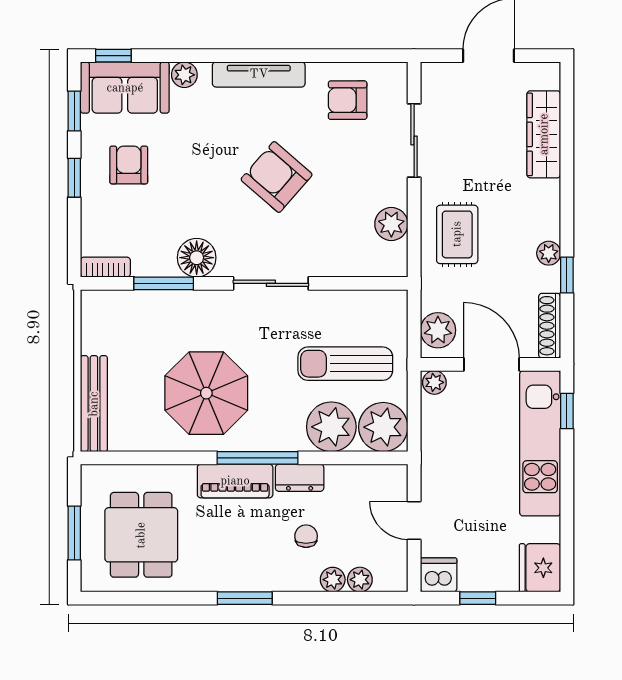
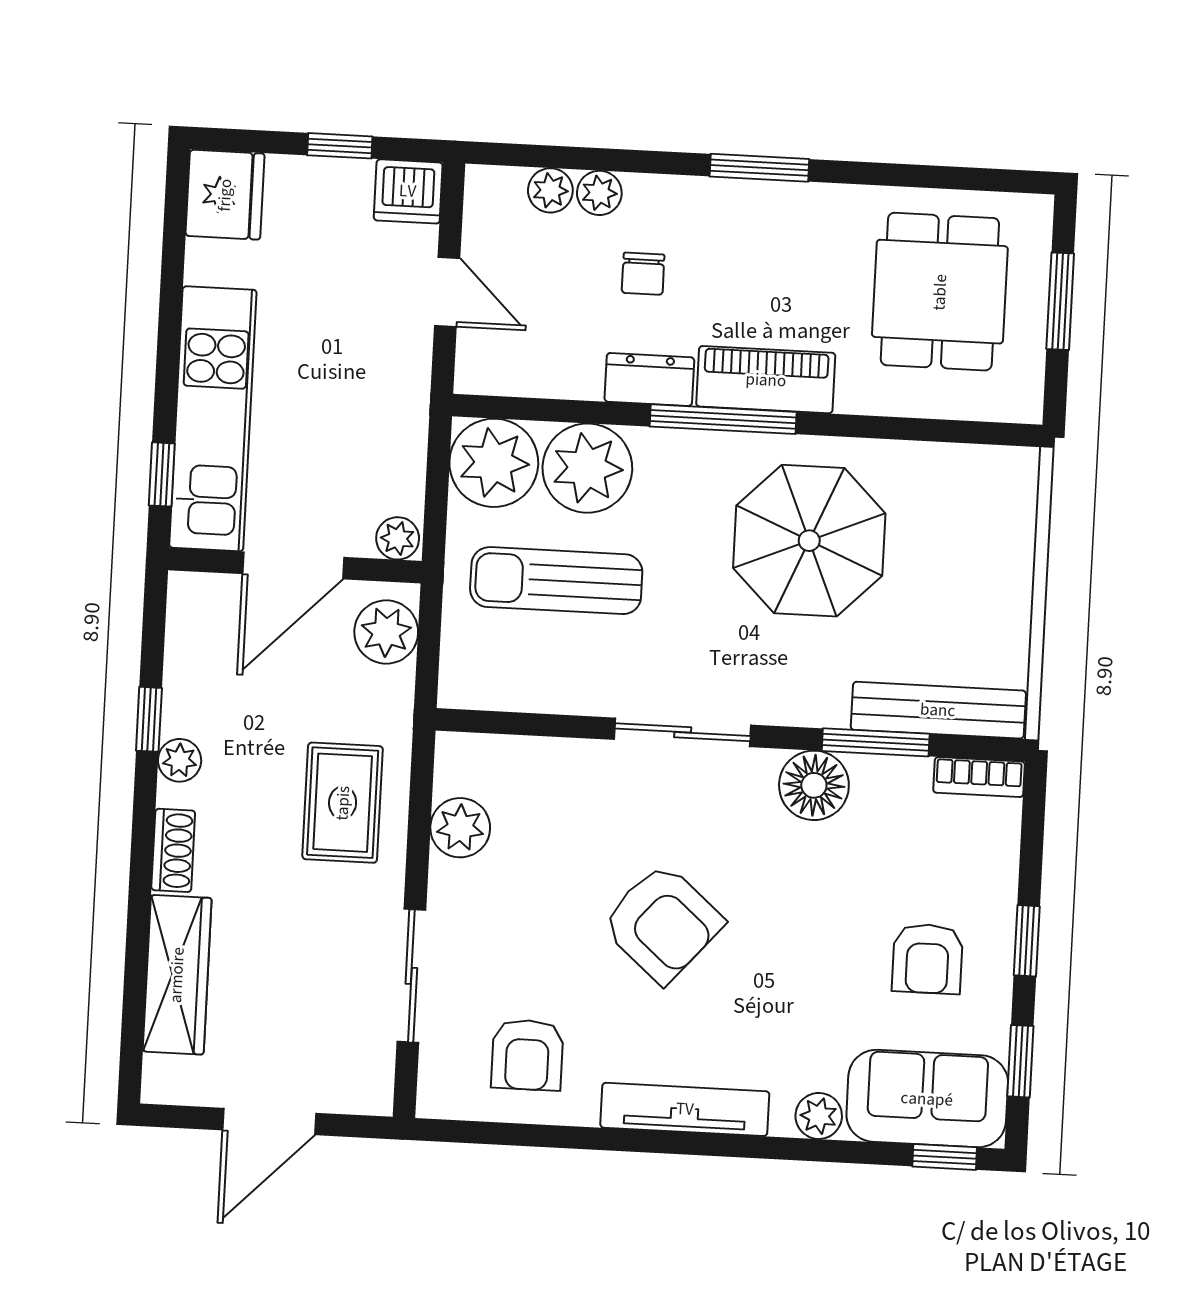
armchair: (348, 100) -> (527, 1055), turned 90
shoe rack: (550, 326) -> (173, 850), moved, width x0.70
sun lounger: (345, 364) -> (556, 581), turned 180
door: (491, 364) -> (293, 566), hinge flipped
bench: (94, 404) -> (938, 710), moved, turned 90

